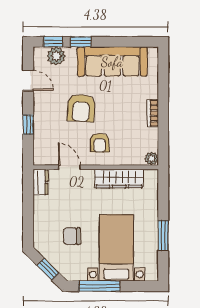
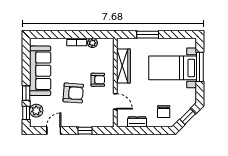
plant: (152, 158) -> (92, 43), moved
door: (69, 167) -> (115, 101), swing flipped
dresser: (41, 182) -> (137, 122), moved
chair: (72, 236) -> (164, 112), moved
window: (163, 236) -> (148, 35), moved
window: (99, 286) -> (200, 67), moved

